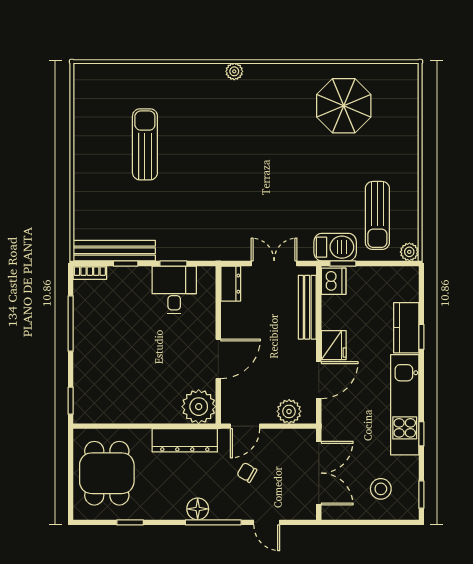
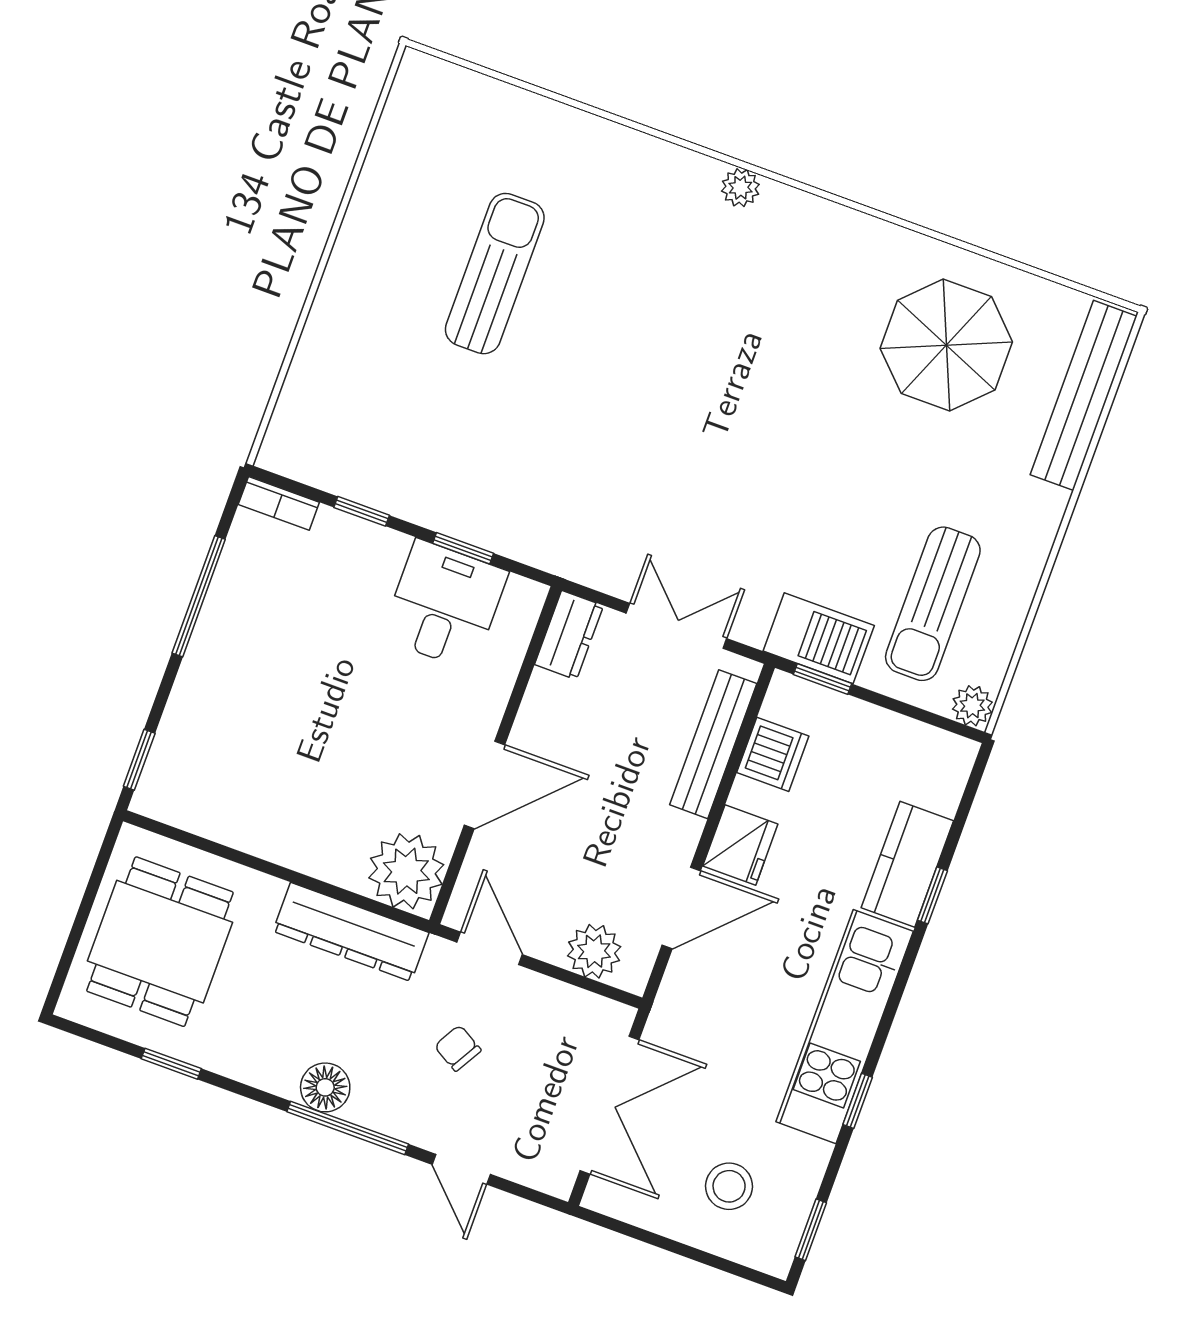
bench: (114, 251) -> (1084, 395), moved, turned 90
dishwasher: (334, 281) -> (773, 754), moved
door: (245, 426) -> (490, 948), swing flipped

